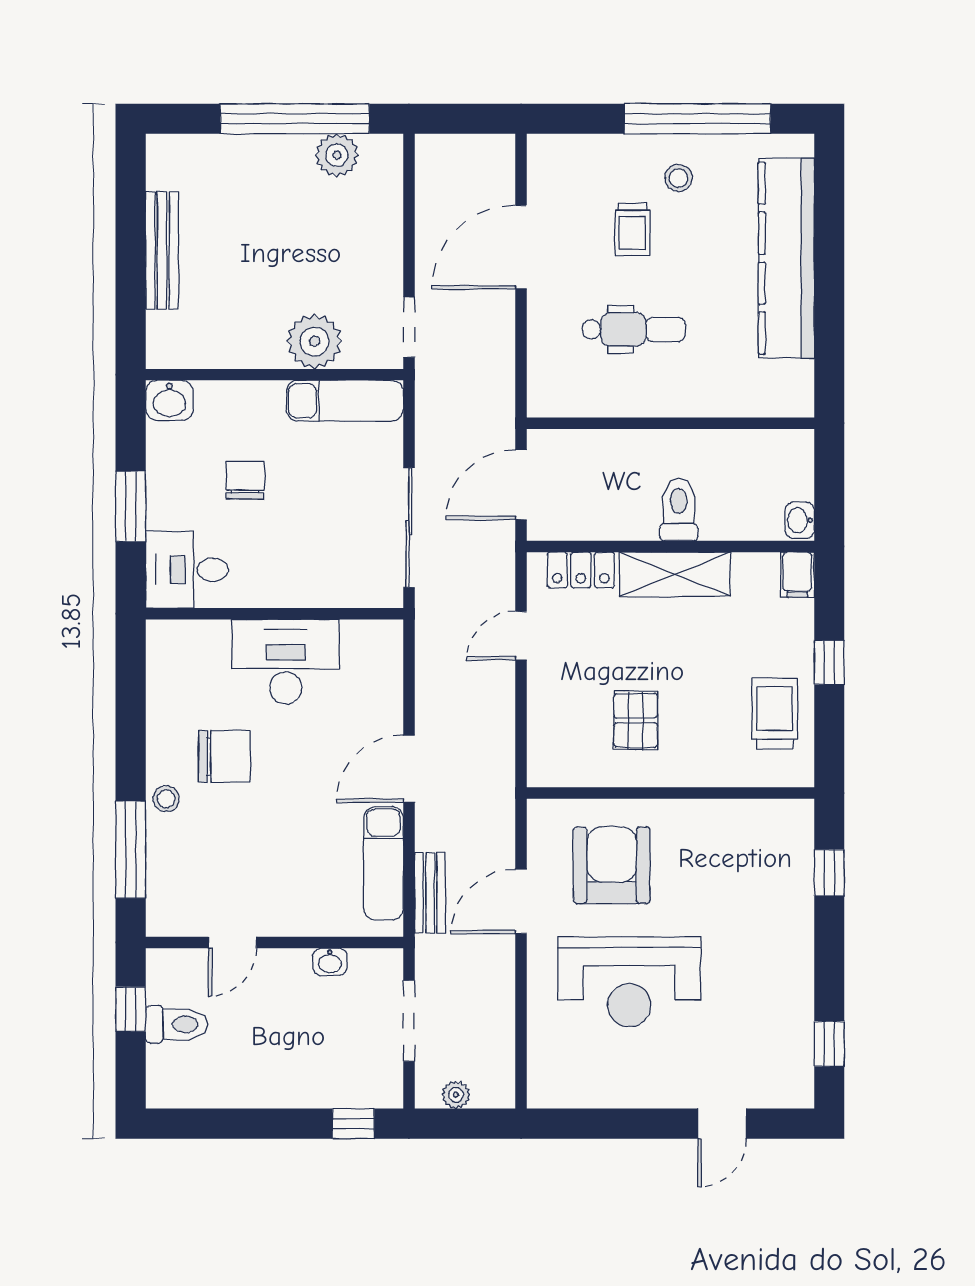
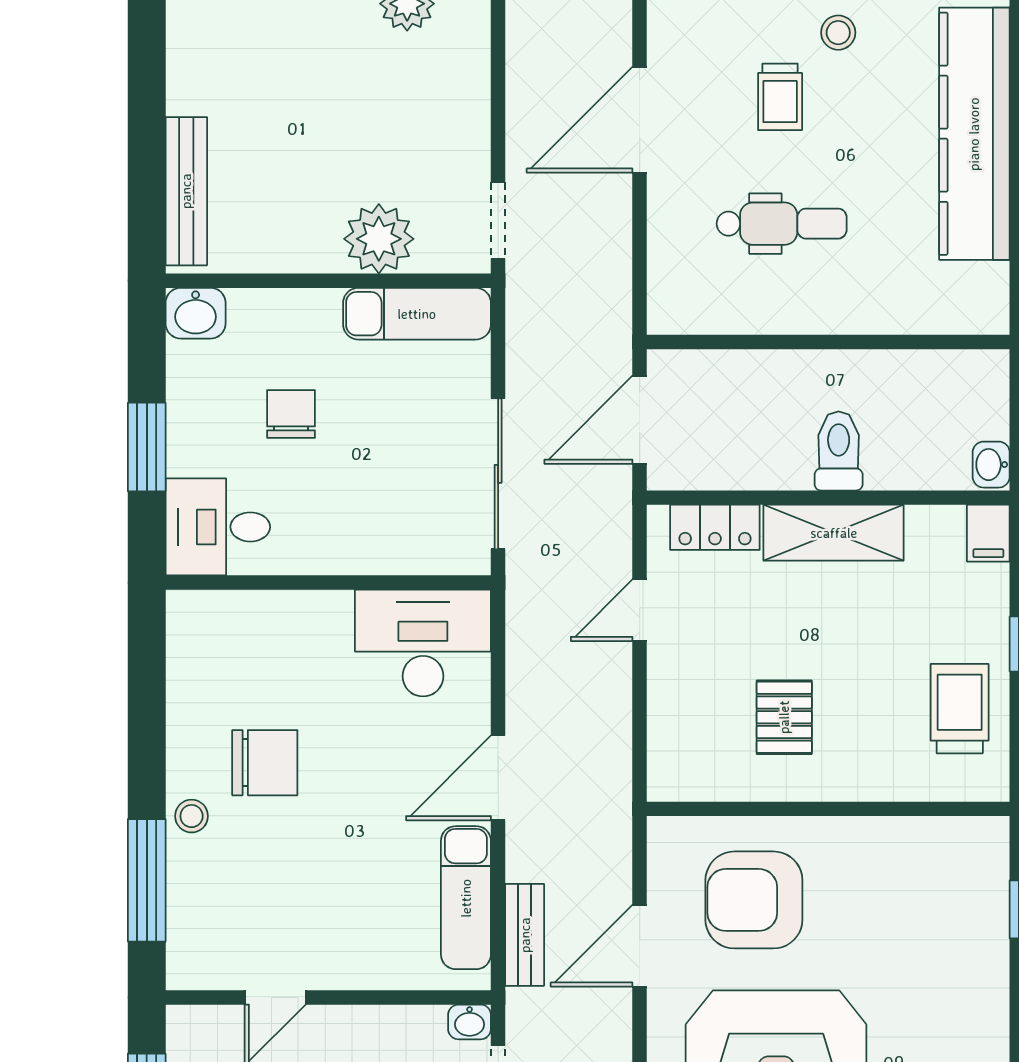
bench: (162, 250) -> (186, 191), moved
desk: (286, 662) -> (423, 643), moved
armchair: (612, 865) -> (754, 900), turned -90
washbasin: (330, 962) -> (470, 1022), moved

